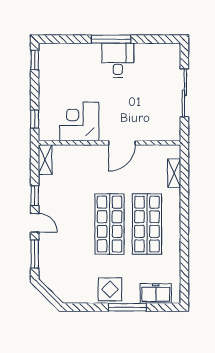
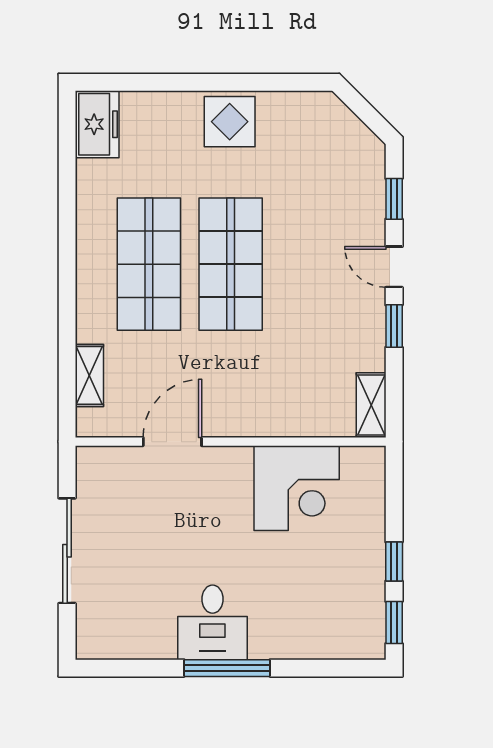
window: (35, 119) -> (394, 562), moved
door: (122, 143) -> (172, 442), moved
window: (35, 254) -> (394, 199), width x0.67
freezer: (156, 293) -> (97, 124), moved, turned -90
window: (127, 307) -> (192, 82), removed

